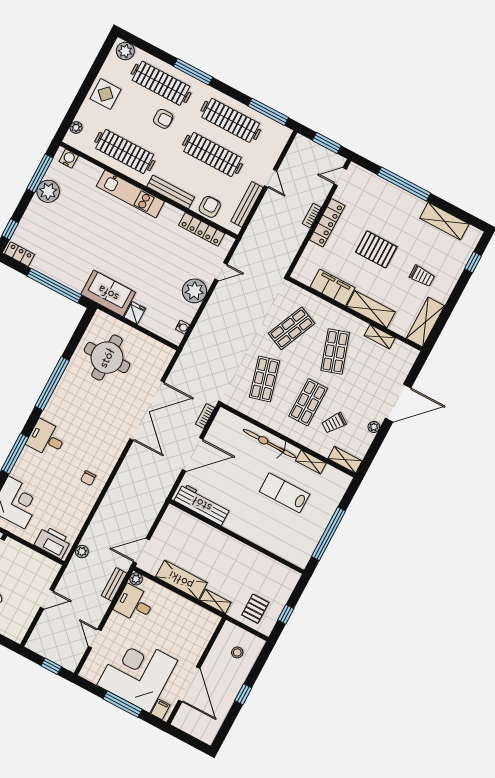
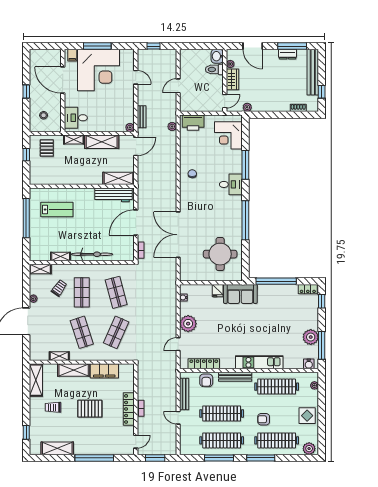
window: (268, 112) -> (219, 458), moved
lab bench: (284, 493) -> (57, 210), moved
shelving: (185, 522) -> (119, 178), added
desk: (134, 604) -> (76, 118), moved, turned 180

